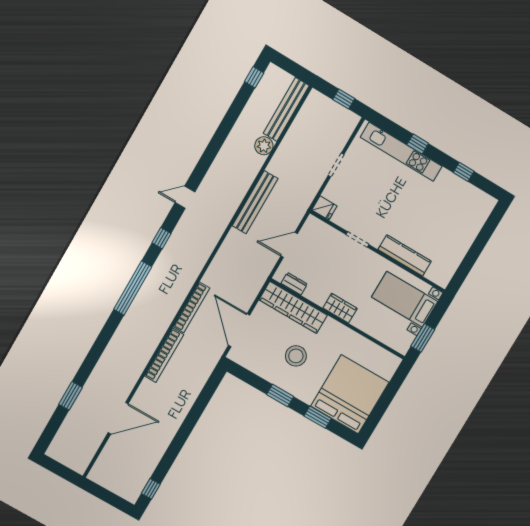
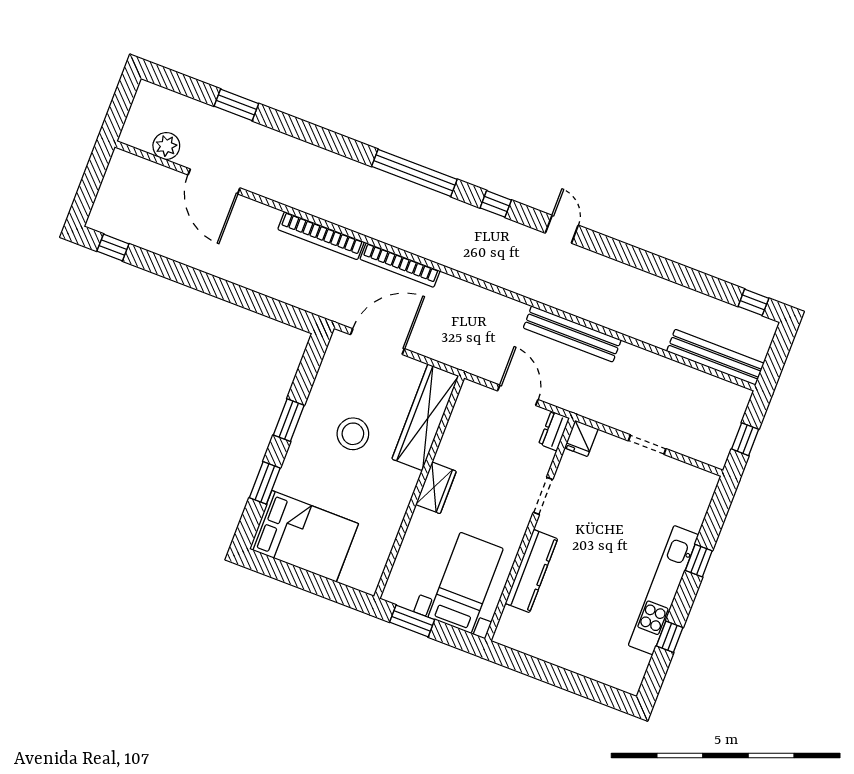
plant: (264, 146) -> (166, 146), moved
kitchen unit: (401, 152) -> (663, 590), moved
dresser: (294, 284) -> (554, 431), moved, turned 180
bed: (350, 394) -> (304, 536), width x0.73

